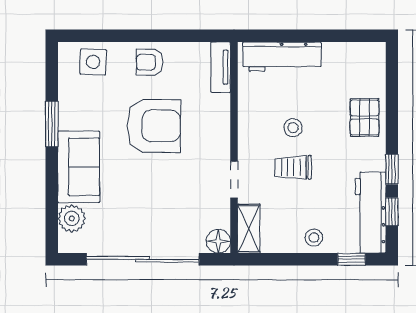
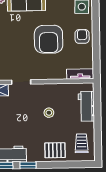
workbench: (282, 57) -> (86, 106), width x0.73
trolley: (293, 167) -> (82, 143), moved

